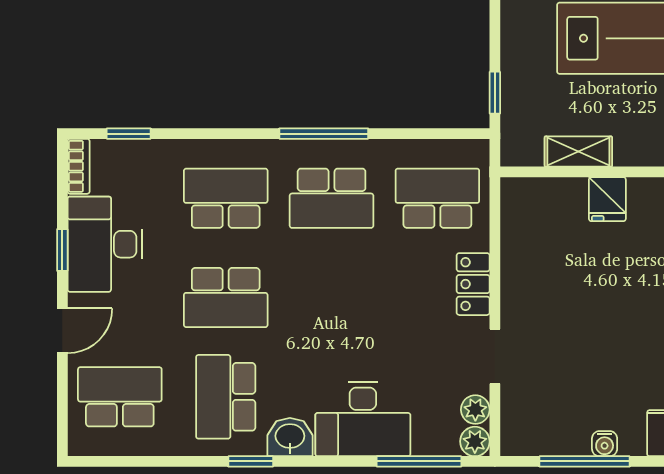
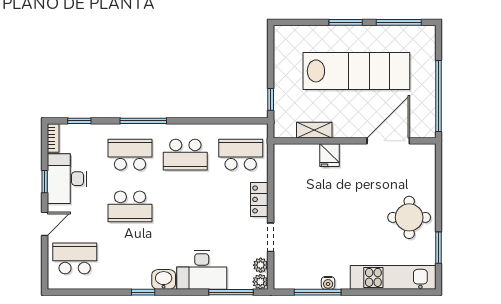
window: (324, 134) -> (143, 121), moved
school desk: (226, 397) -> (130, 258), removed

